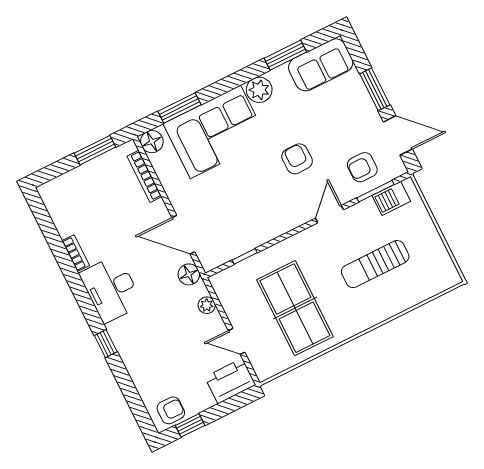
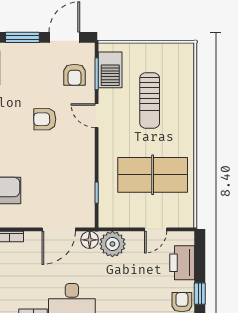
barbecue: (391, 198) -> (110, 70), width x1.38, depth x1.27
plant: (207, 305) -> (112, 244), width x1.87, depth x1.87
printer: (230, 381) -> (182, 263), moved

